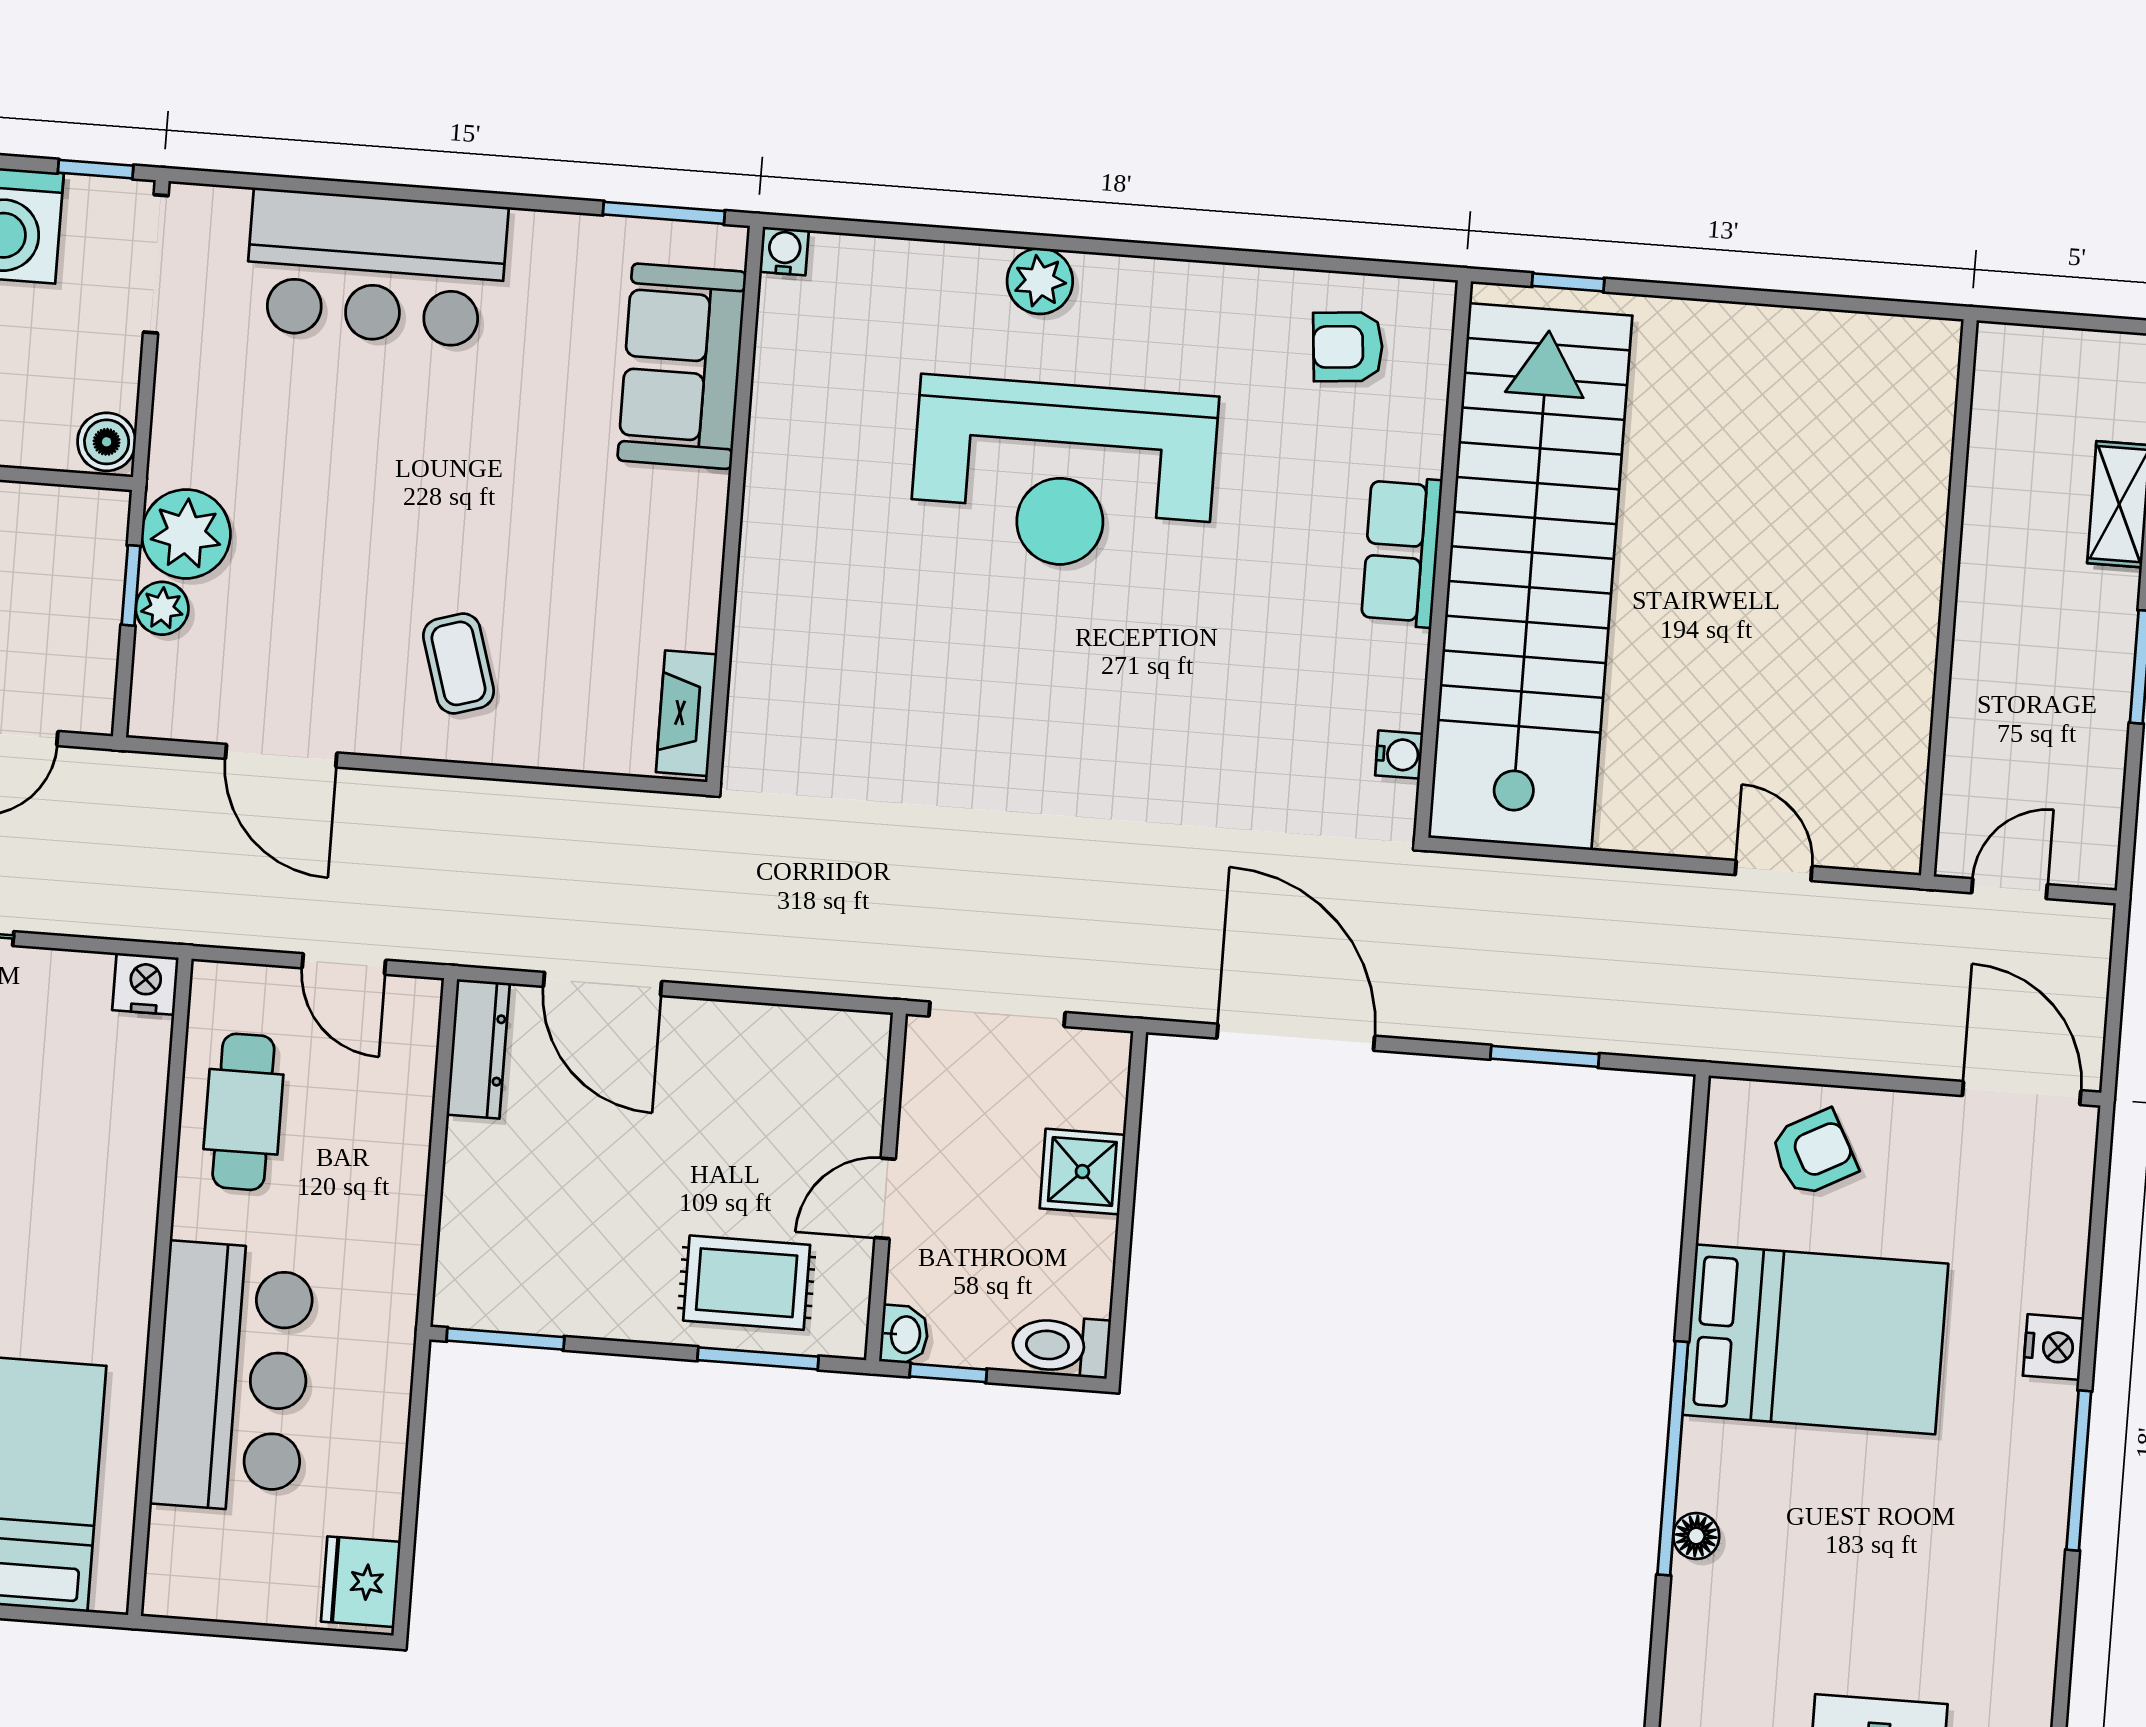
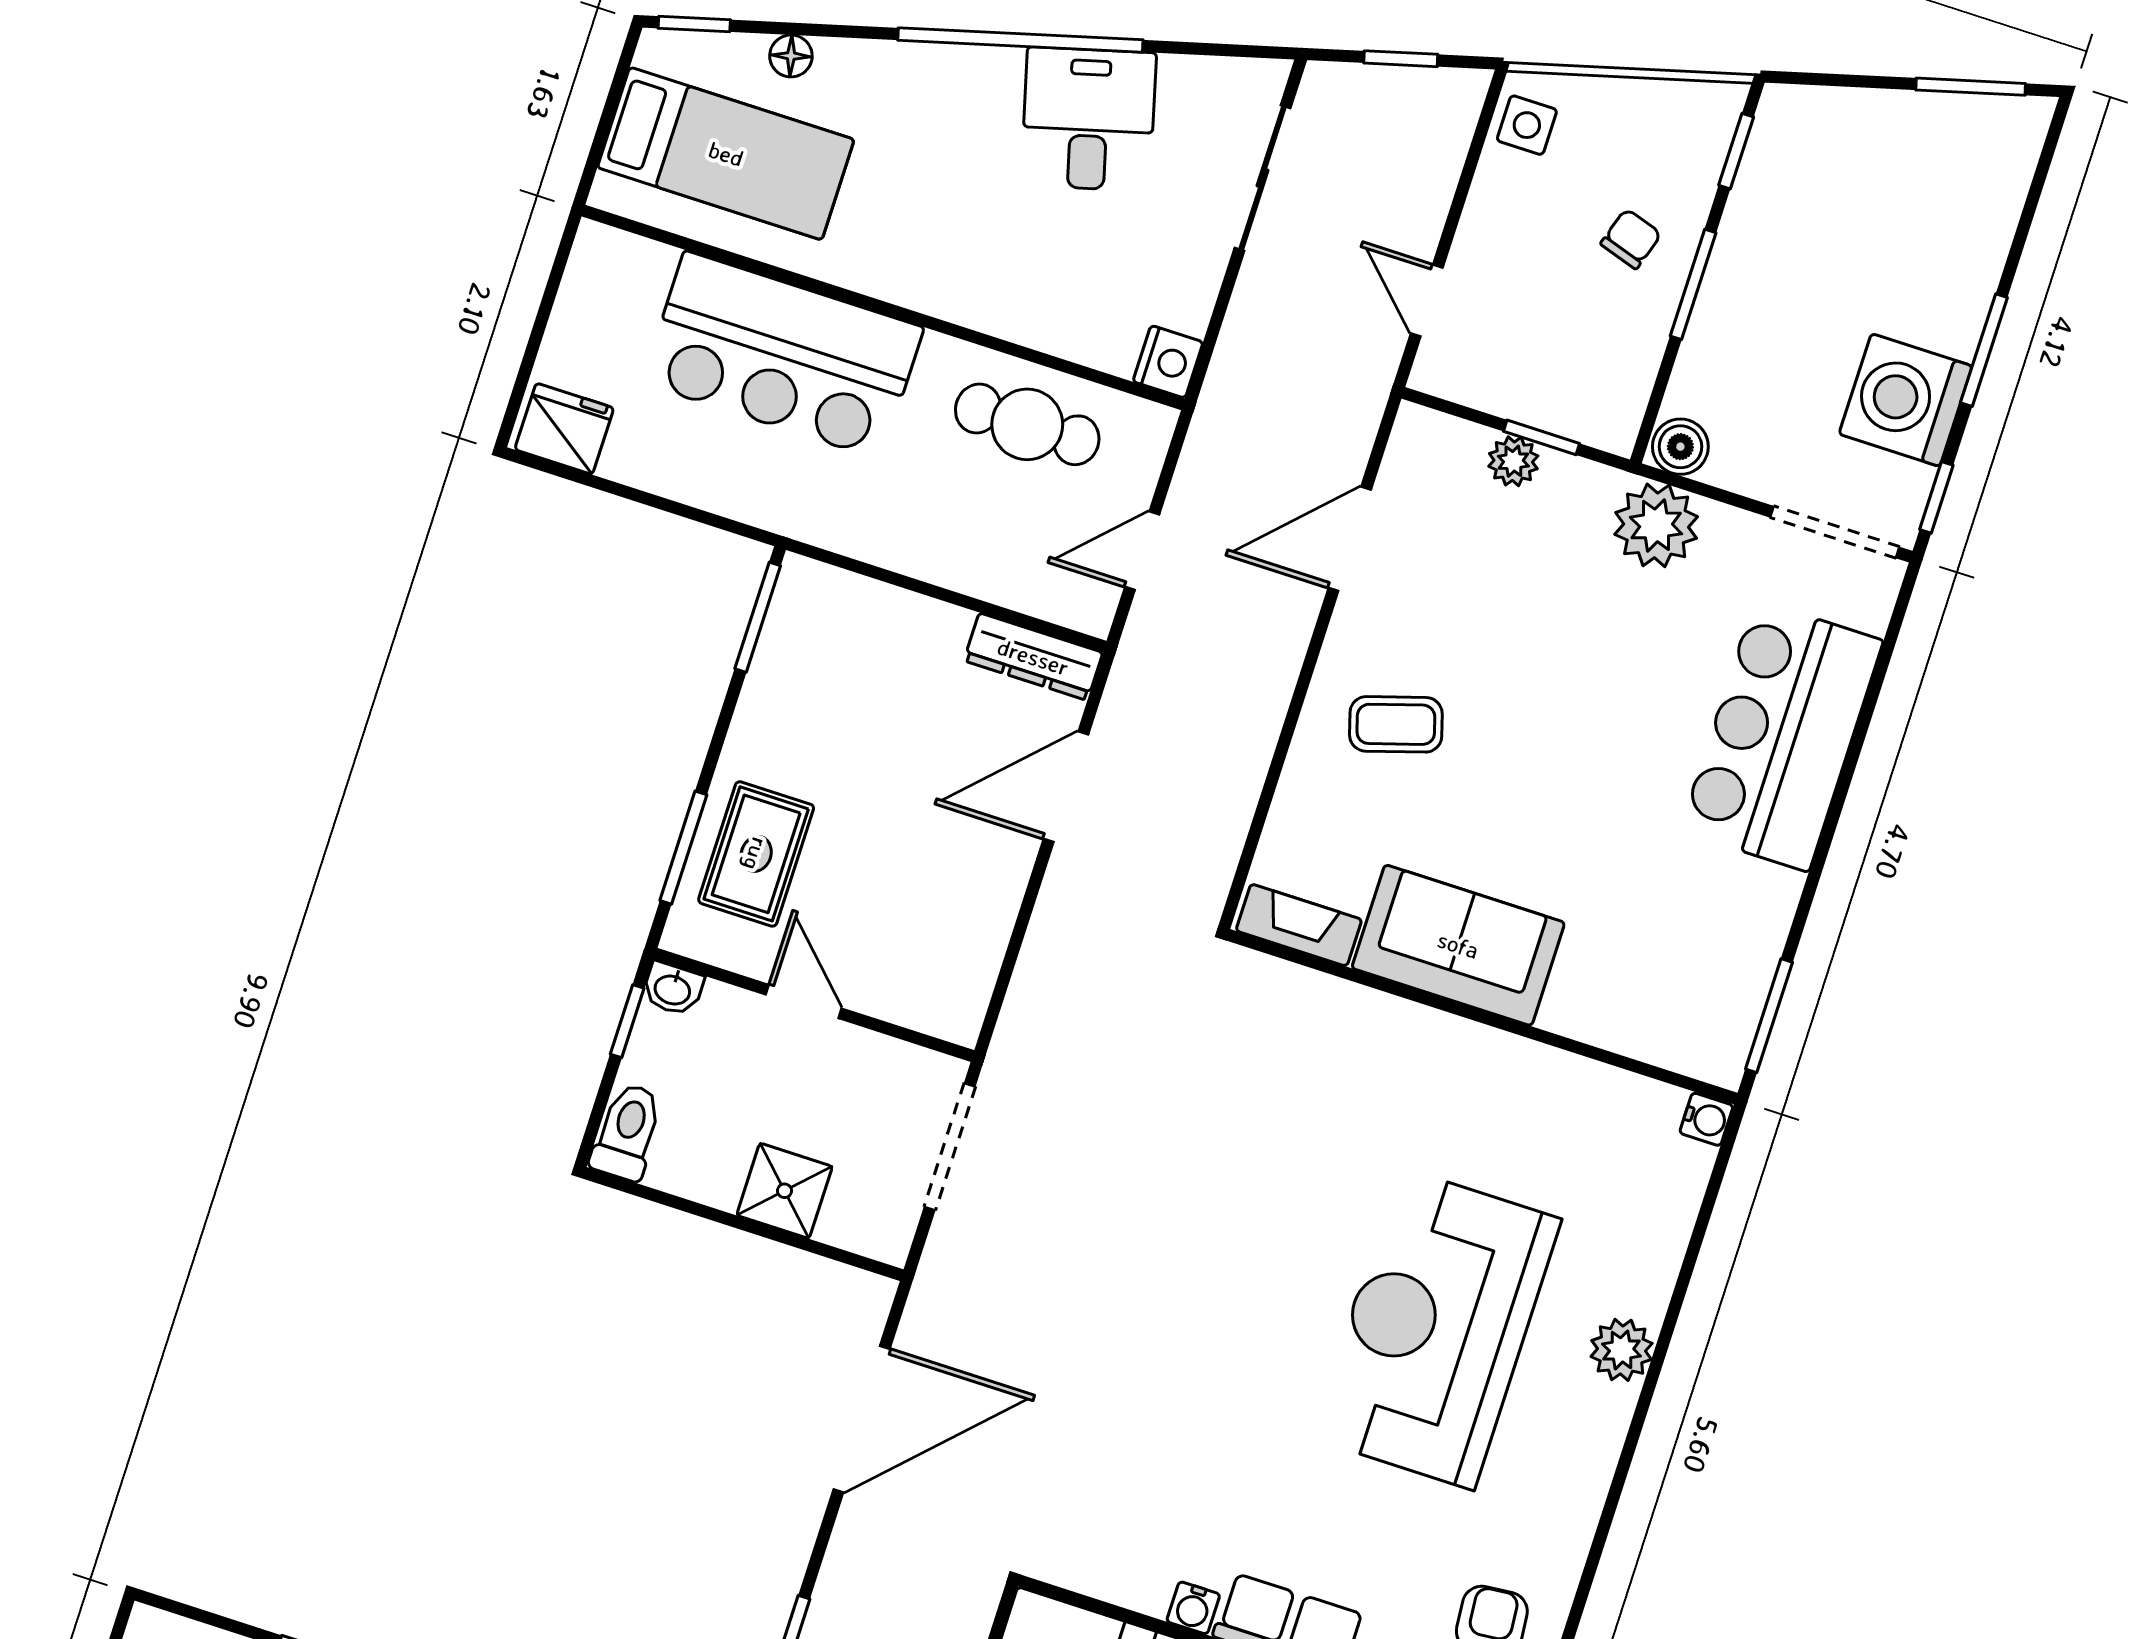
sofa: (682, 366) -> (1458, 945), moved
plant: (186, 534) -> (1656, 525), moved
water cooler: (1399, 755) -> (1193, 1608), moved

